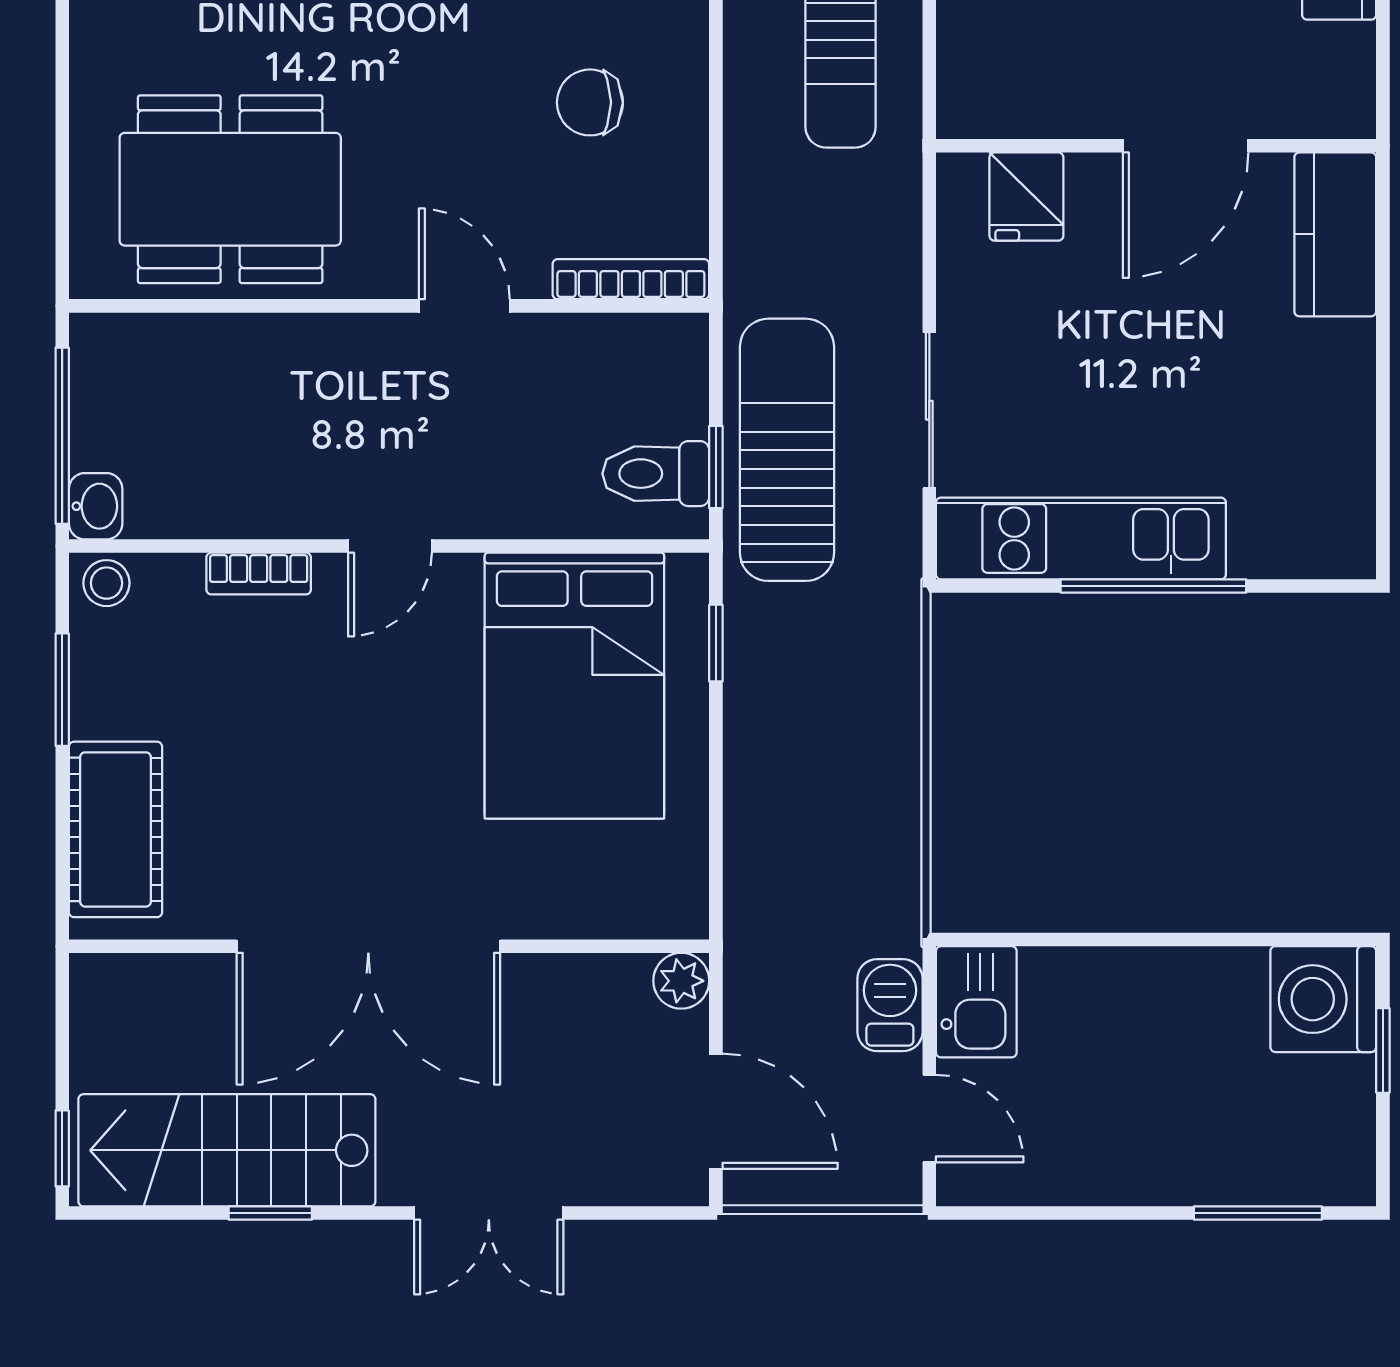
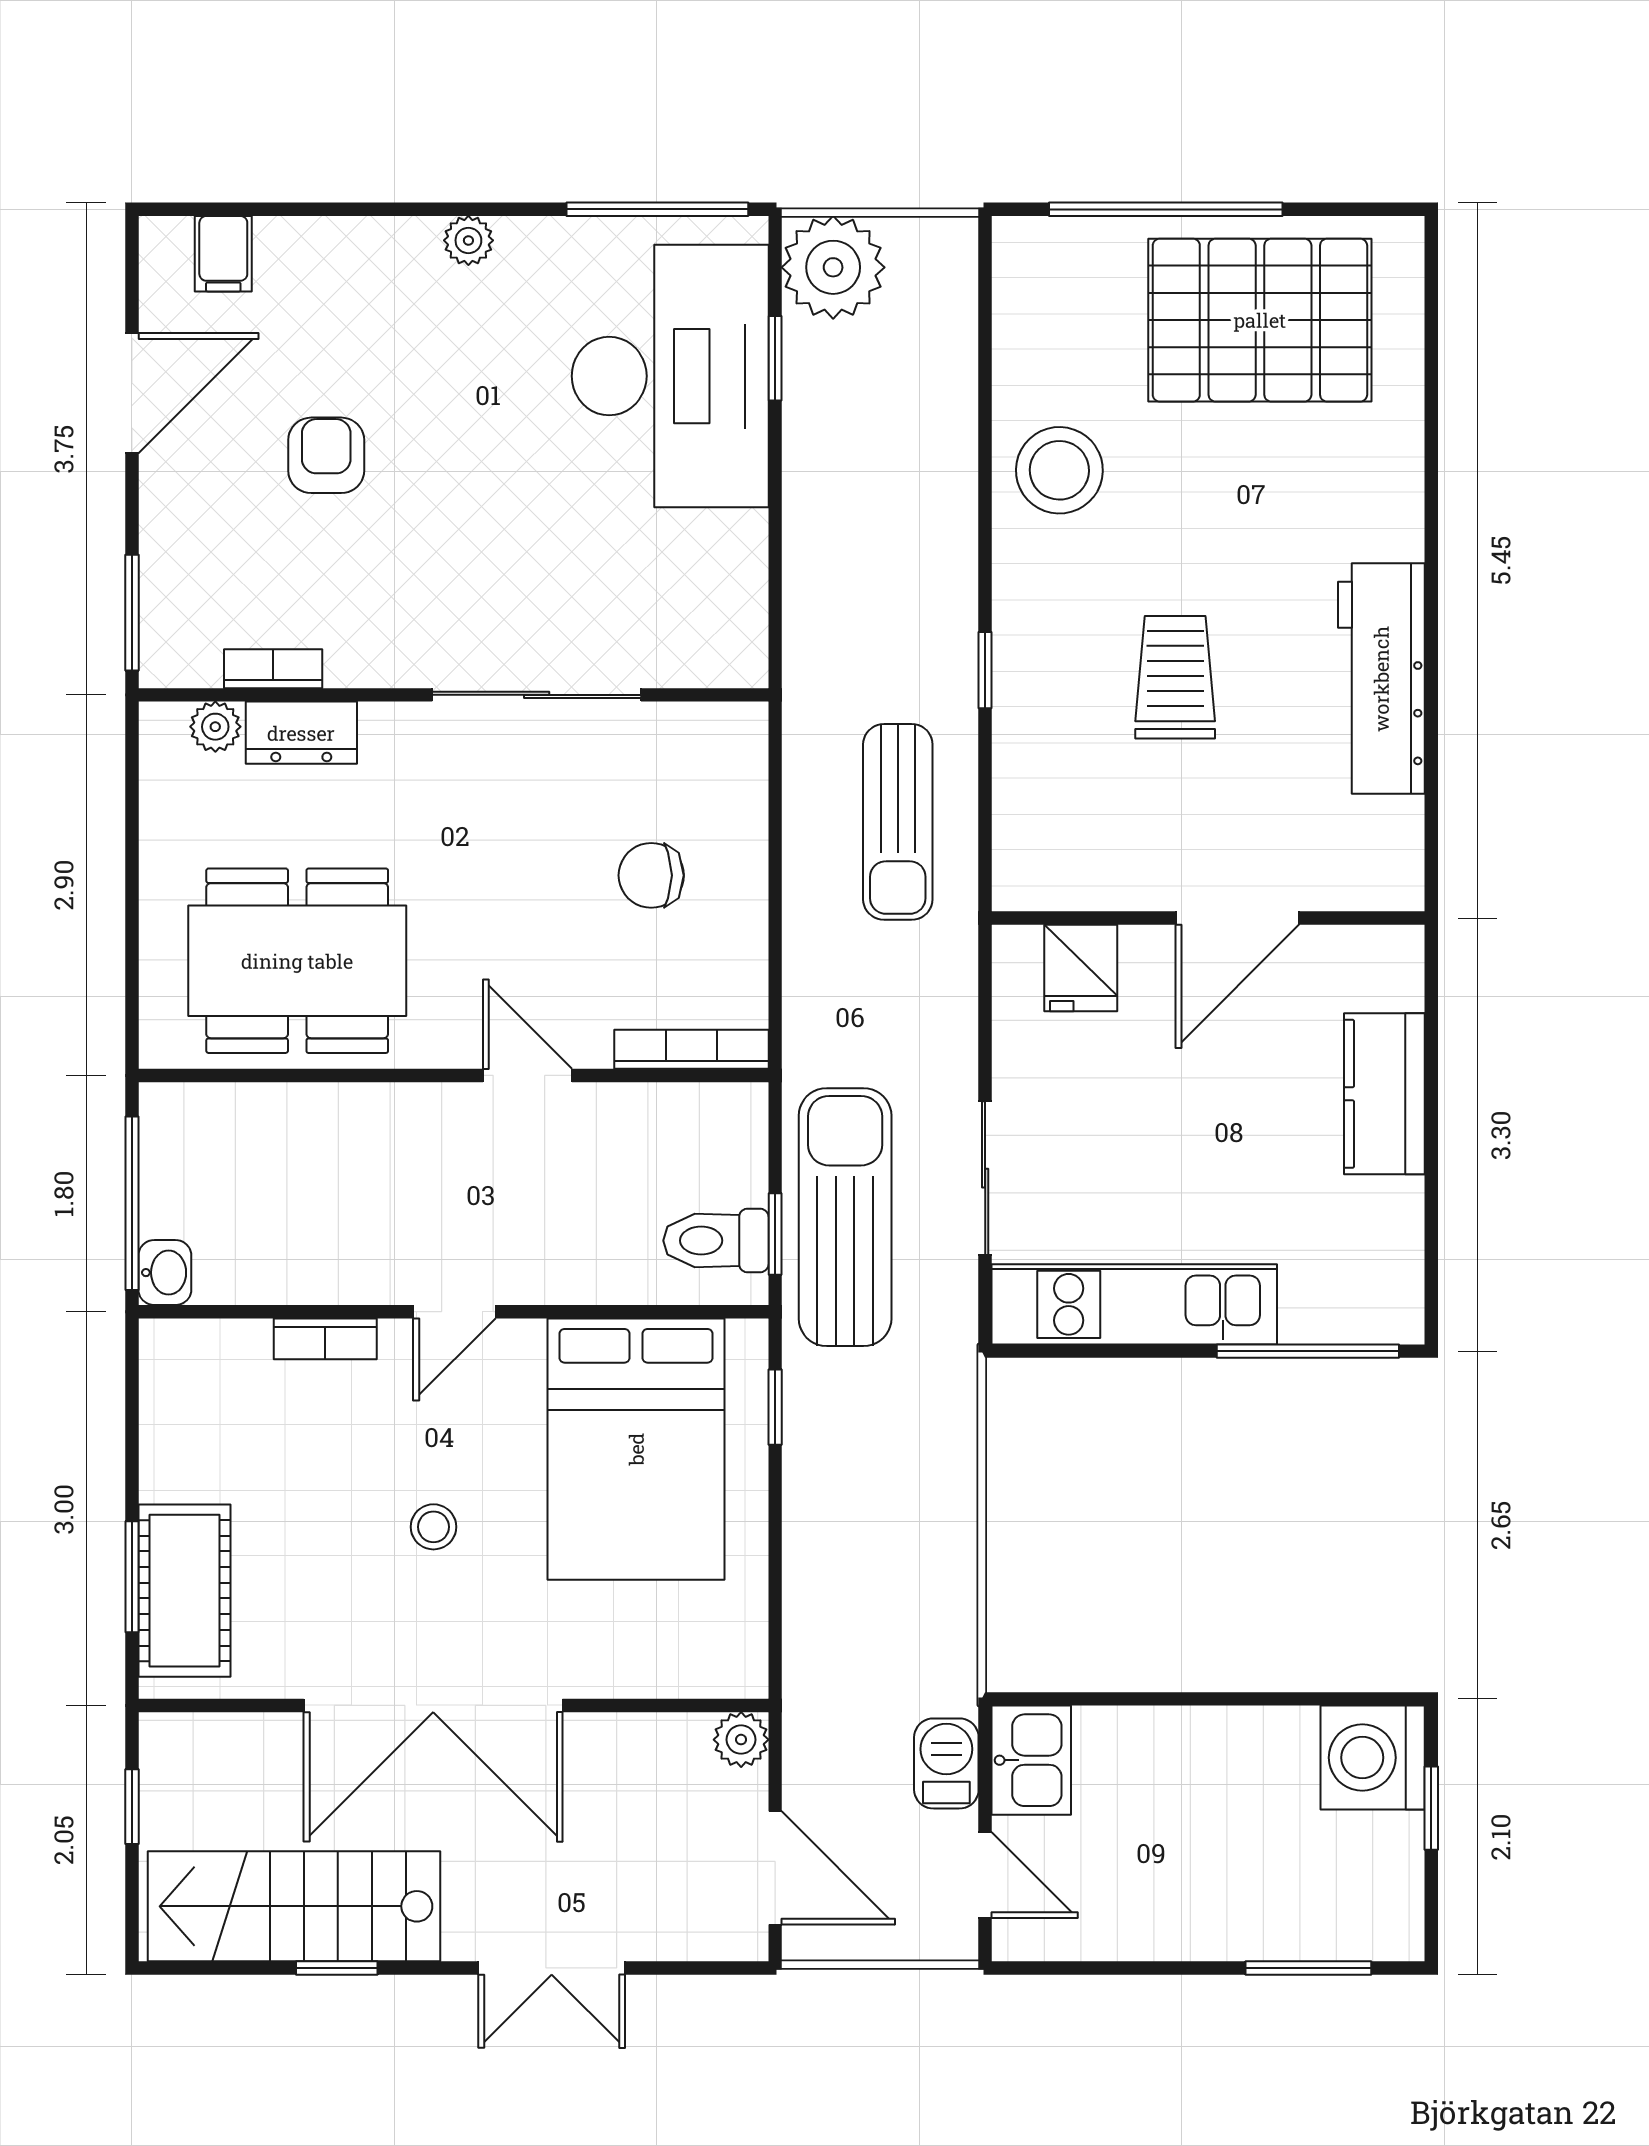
kitchen counter: (1335, 234) -> (1384, 1094), moved
stool: (106, 583) -> (433, 1527), moved
window: (1153, 586) -> (1308, 1351), moved
window: (62, 690) -> (132, 1577), moved
window: (62, 1148) -> (132, 1807), moved

